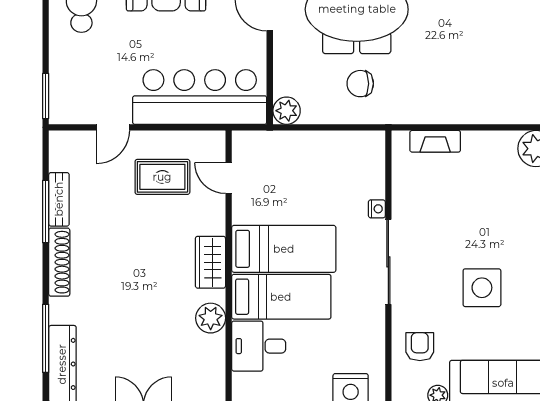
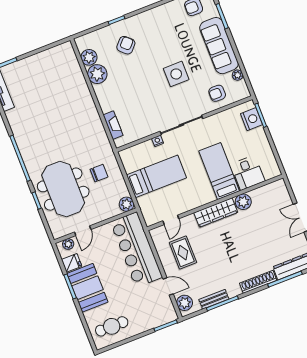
chair: (360, 84) -> (99, 173), turned -90
plant: (73, 145) -> (185, 303), added
bed: (284, 249) -> (156, 176), moved, turned 90
shoe rack: (59, 262) -> (258, 282), moved
wardrobe: (210, 262) -> (216, 213), width x1.50

